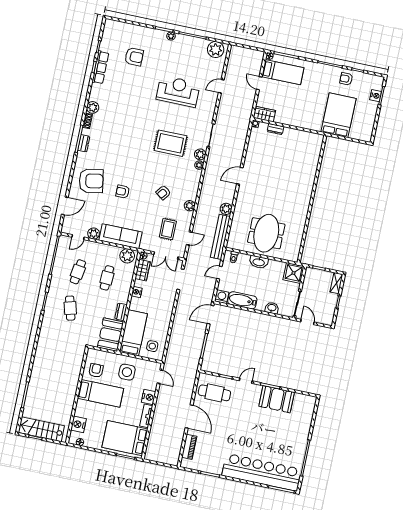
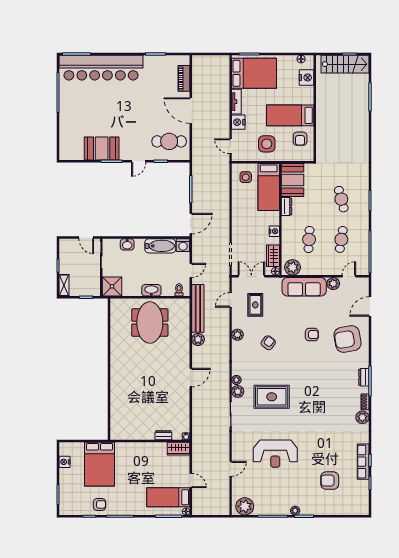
nightstand: (376, 96) -> (64, 462), moved

